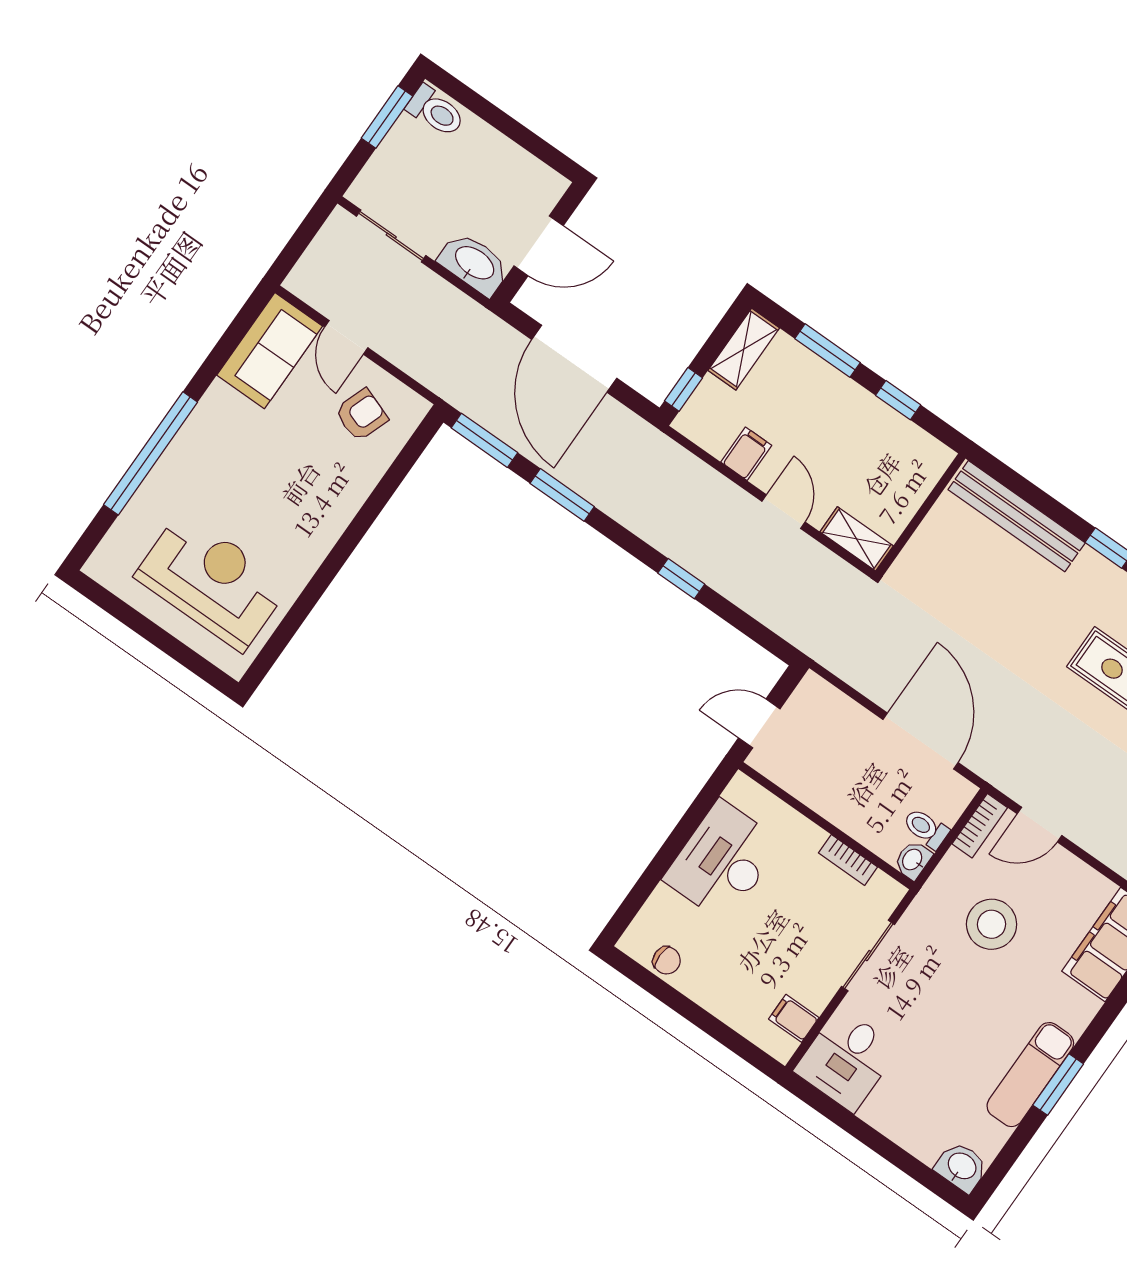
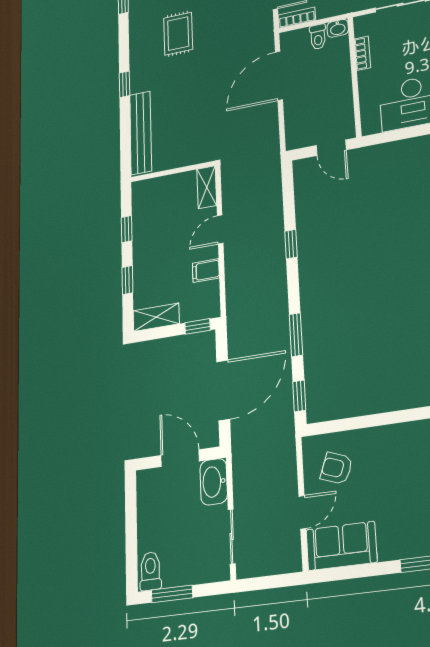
window: (828, 351) -> (127, 280), width x0.67
window: (484, 440) -> (299, 396), width x0.67

